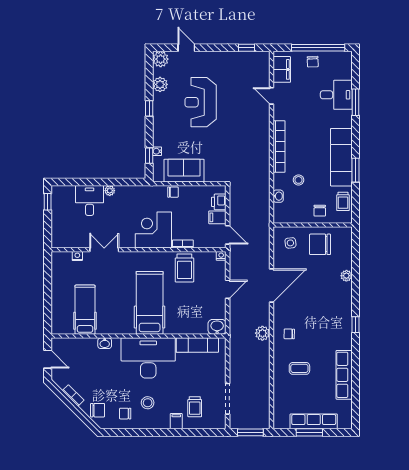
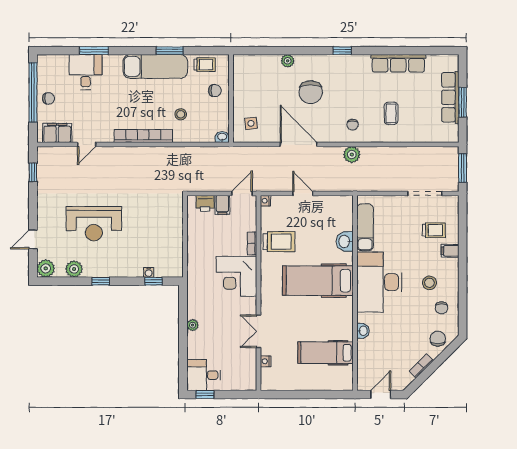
sofa: (184, 171) -> (170, 242), removed
chair: (173, 192) -> (194, 255), removed
washbasin: (278, 196) -> (222, 137), moved
desk: (90, 201) -> (204, 375), moved
chair: (320, 244) -> (311, 92), moved
washbasin: (217, 327) -> (345, 241), moved

